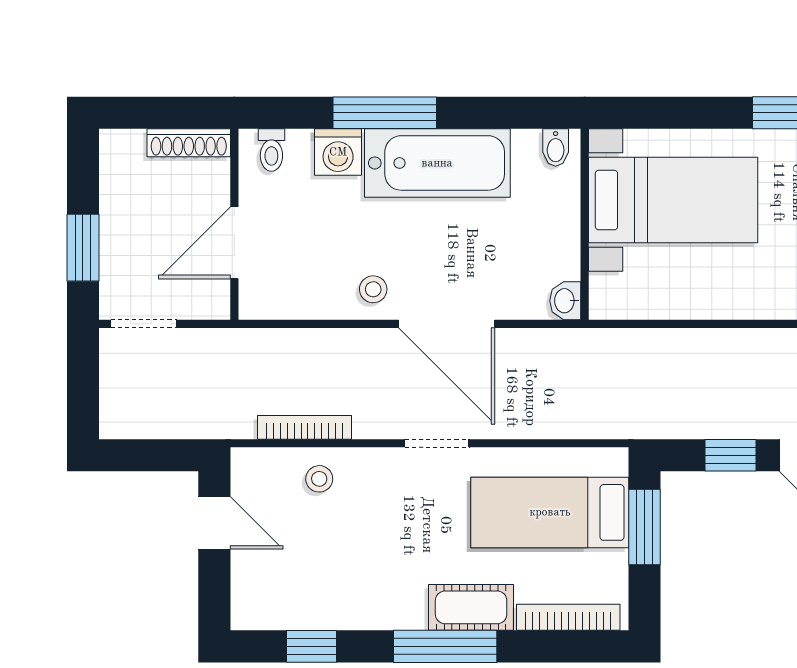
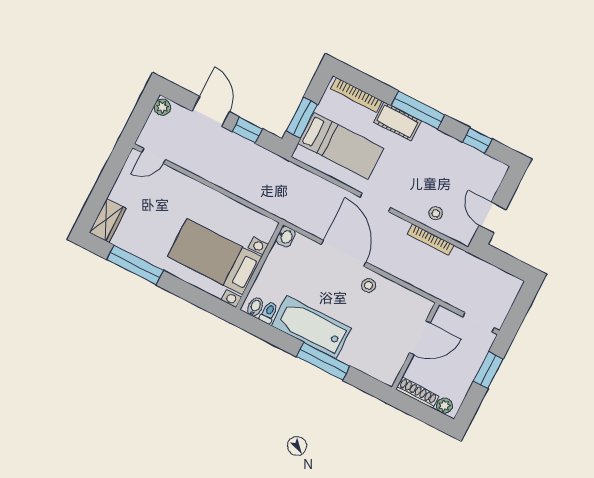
plant: (129, 144) -> (444, 406), added
toilet: (271, 150) -> (269, 312), moved
washing machine: (338, 152) -> (353, 354), removed

